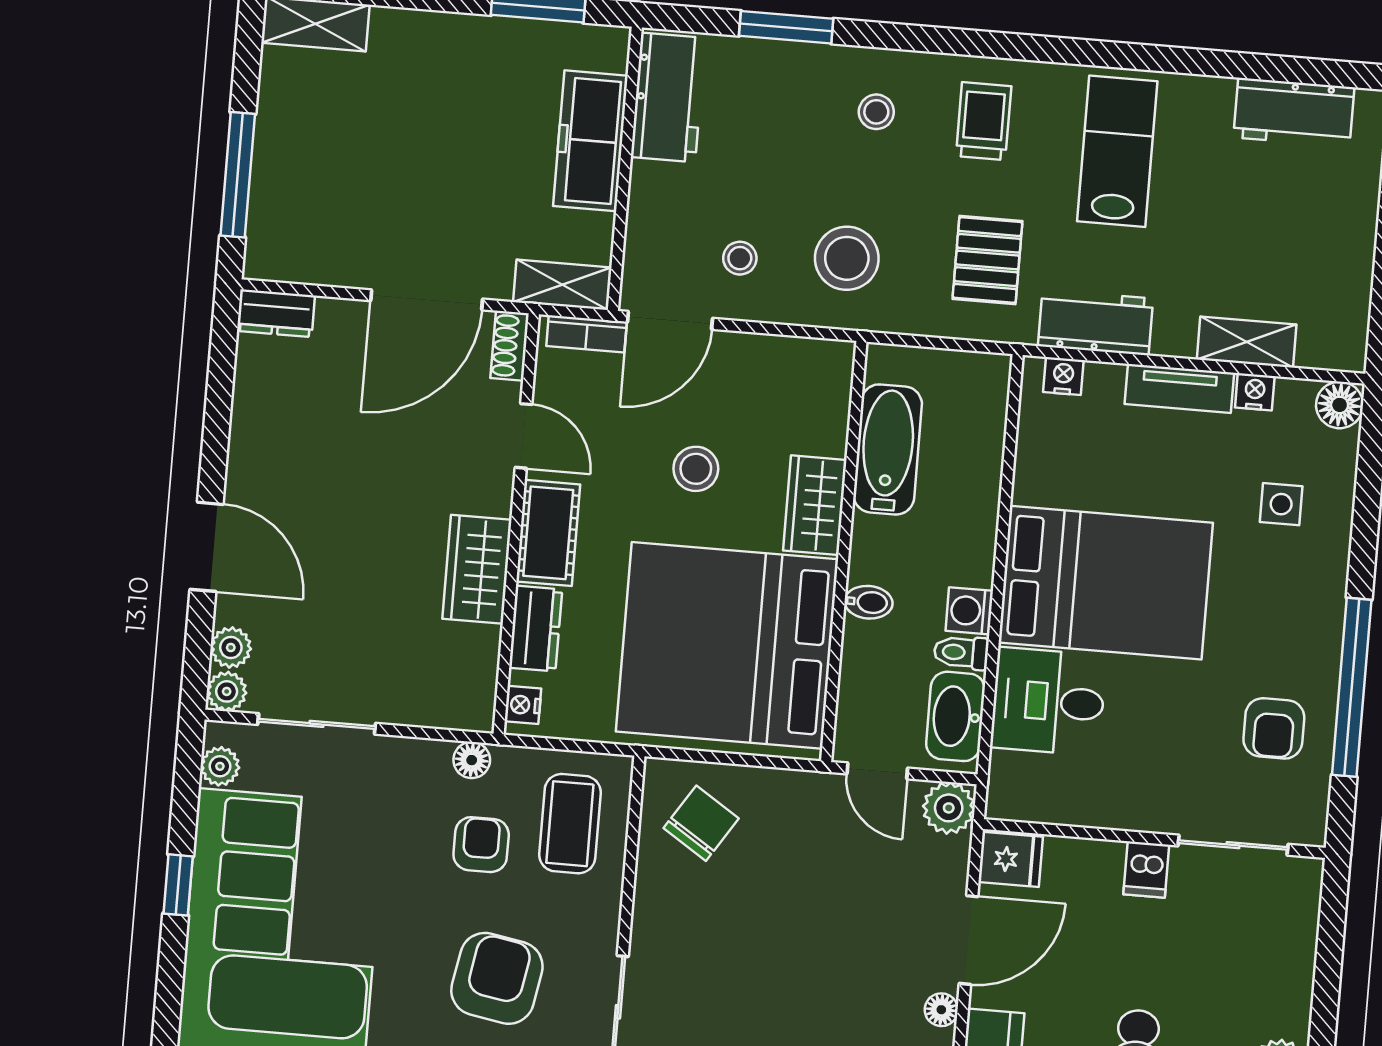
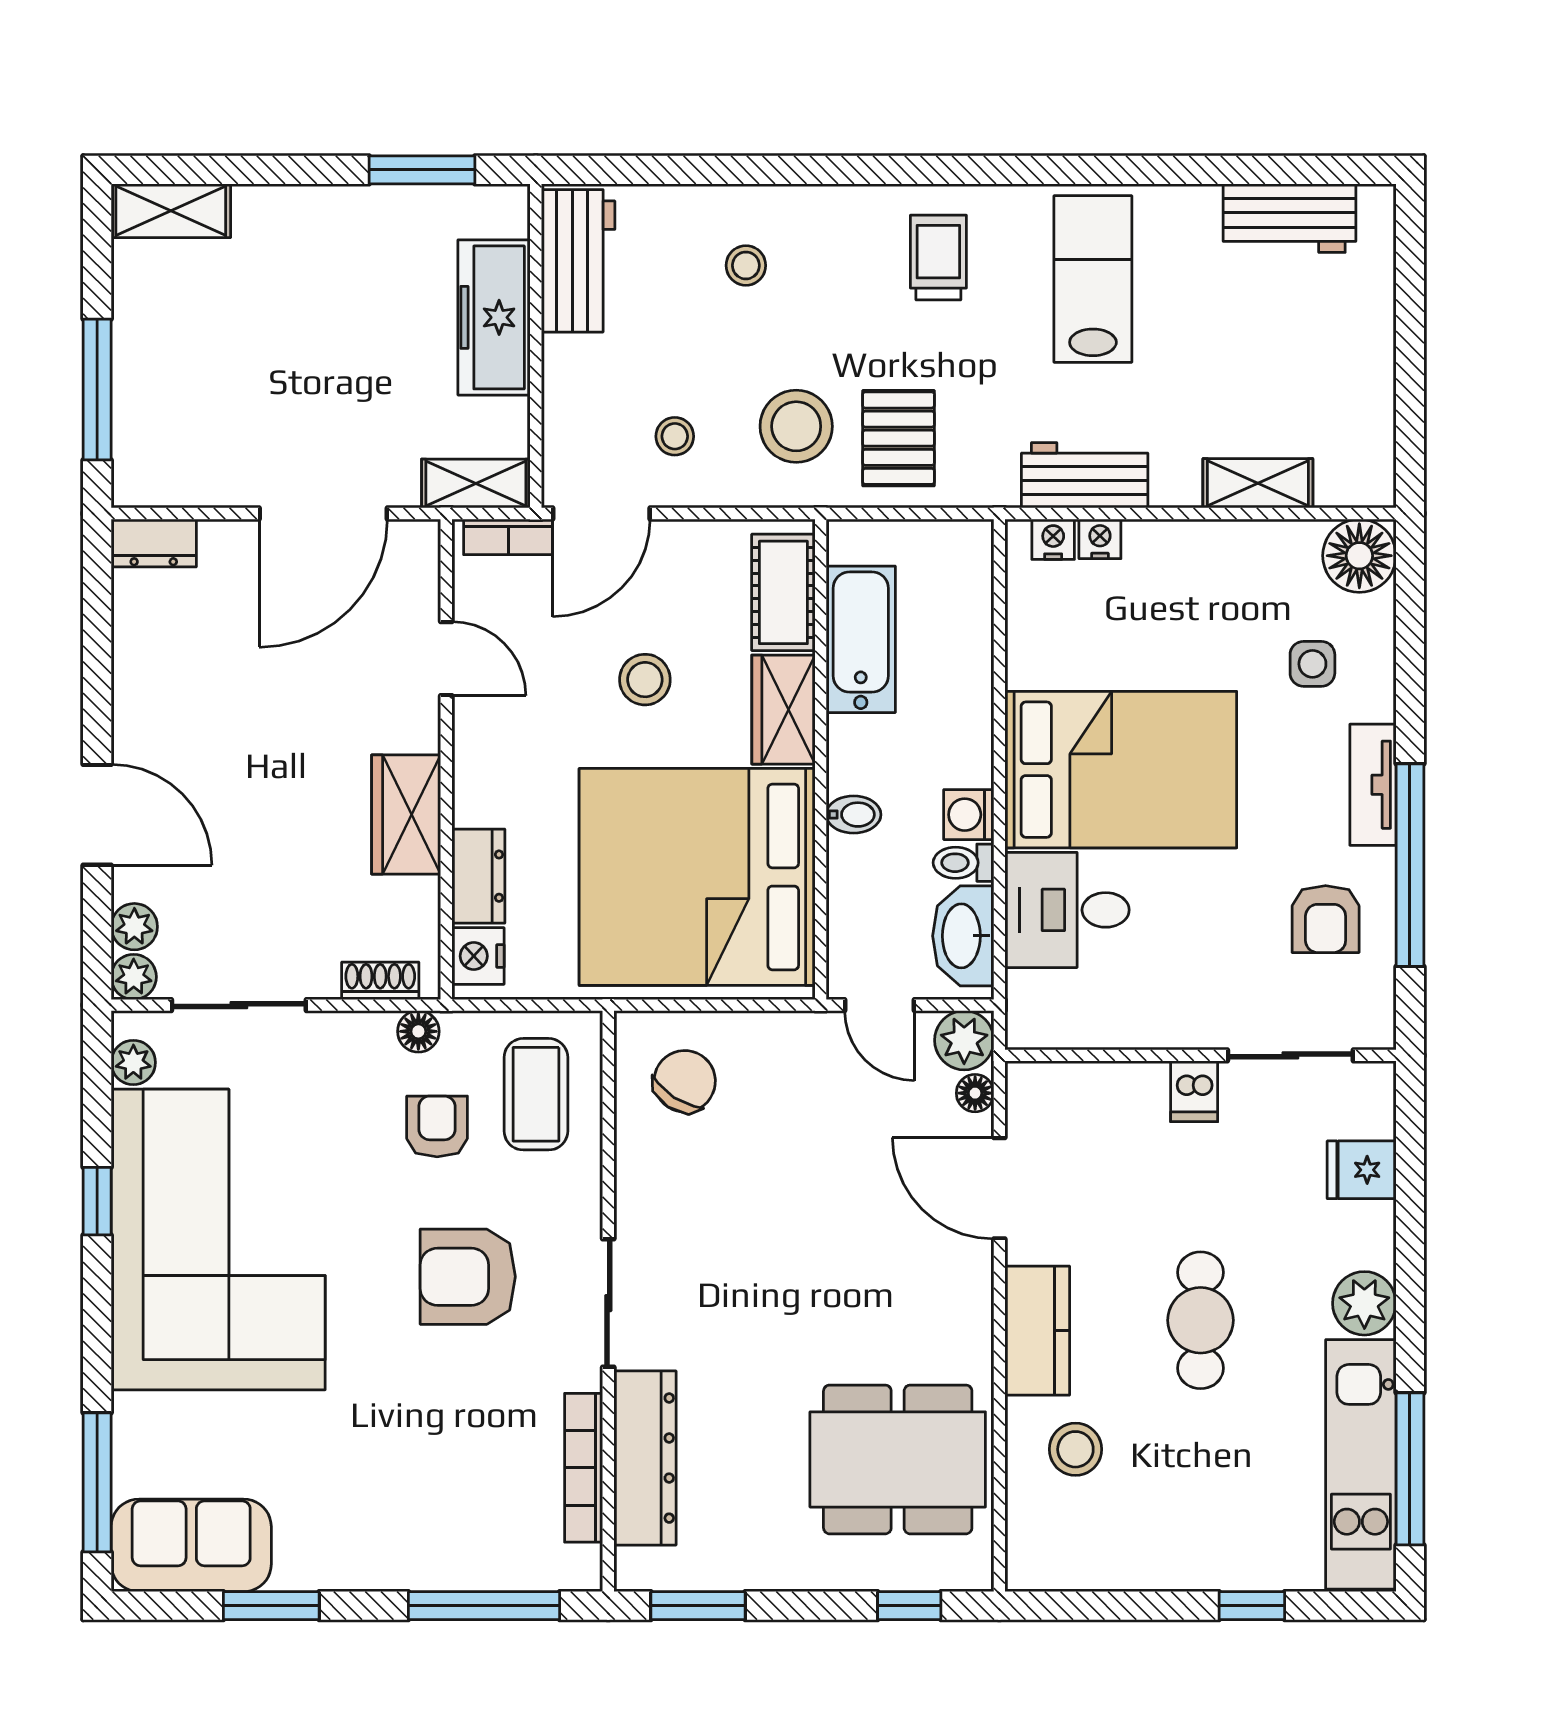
window: (786, 27) -> (705, 170), removed
stool: (876, 112) -> (746, 265), moved
pallet: (987, 260) -> (898, 438), moved
shoe rack: (510, 346) -> (380, 981), moved, turned 90
tv unit: (1179, 388) -> (1373, 785), moved, turned 90
nightstand: (1255, 392) -> (1100, 539), moved
floor lamp: (1340, 405) -> (1359, 556), width x1.38, depth x1.38
cot: (548, 533) -> (783, 592), moved
nightstand: (523, 705) -> (478, 956), width x1.39, depth x1.35
fridge: (1011, 859) -> (1362, 1170), moved, turned 180
door: (969, 940) -> (999, 1188), swing flipped
armchair: (497, 978) -> (468, 1277), turned -100
floor lamp: (941, 1010) -> (975, 1093), moved

